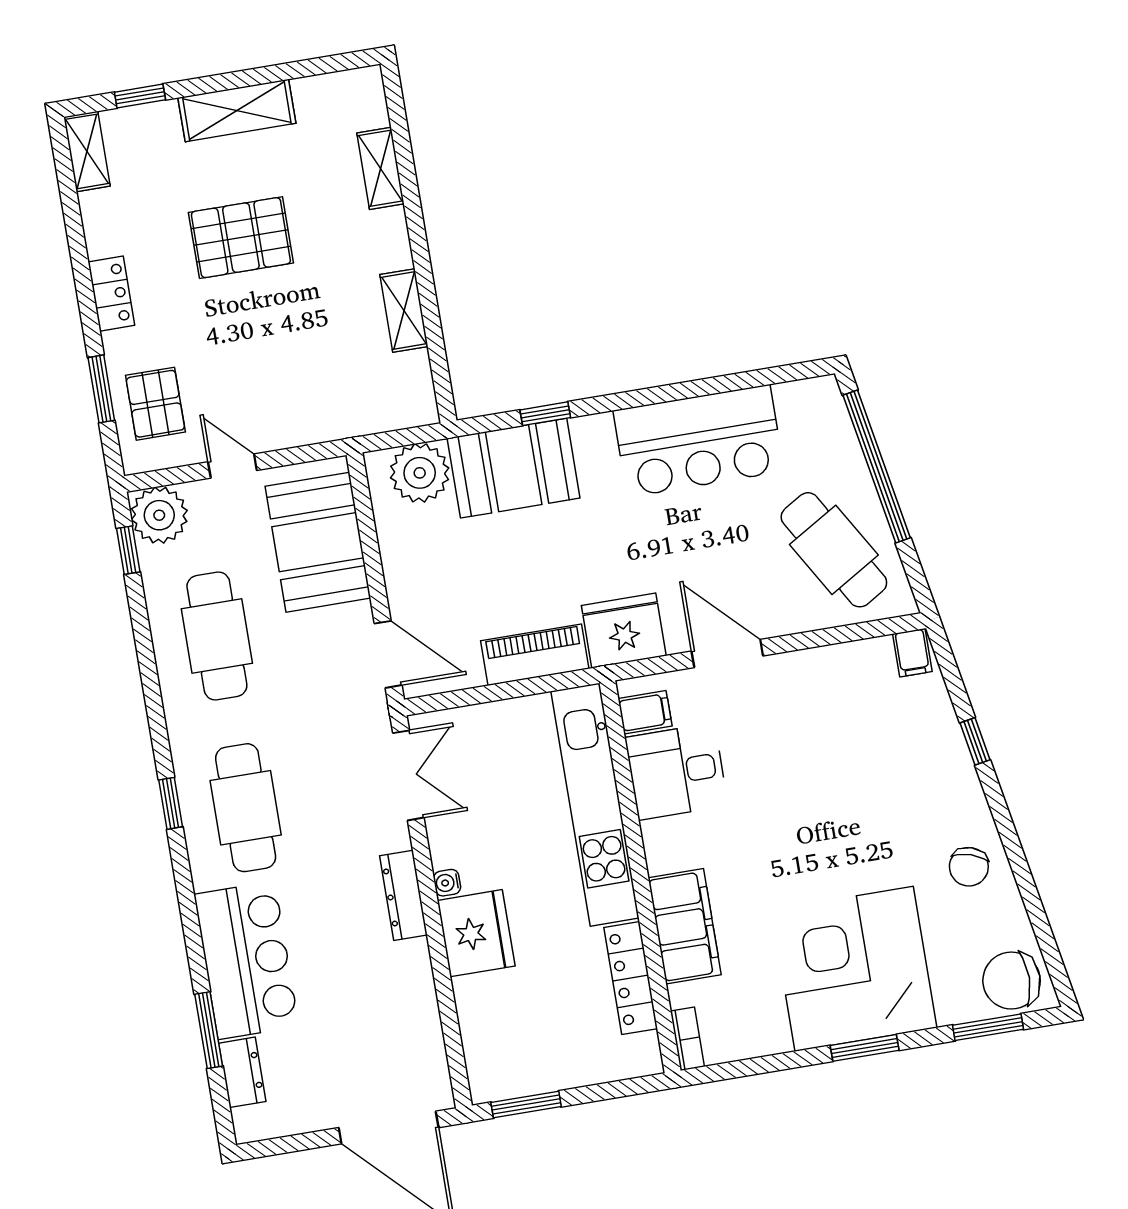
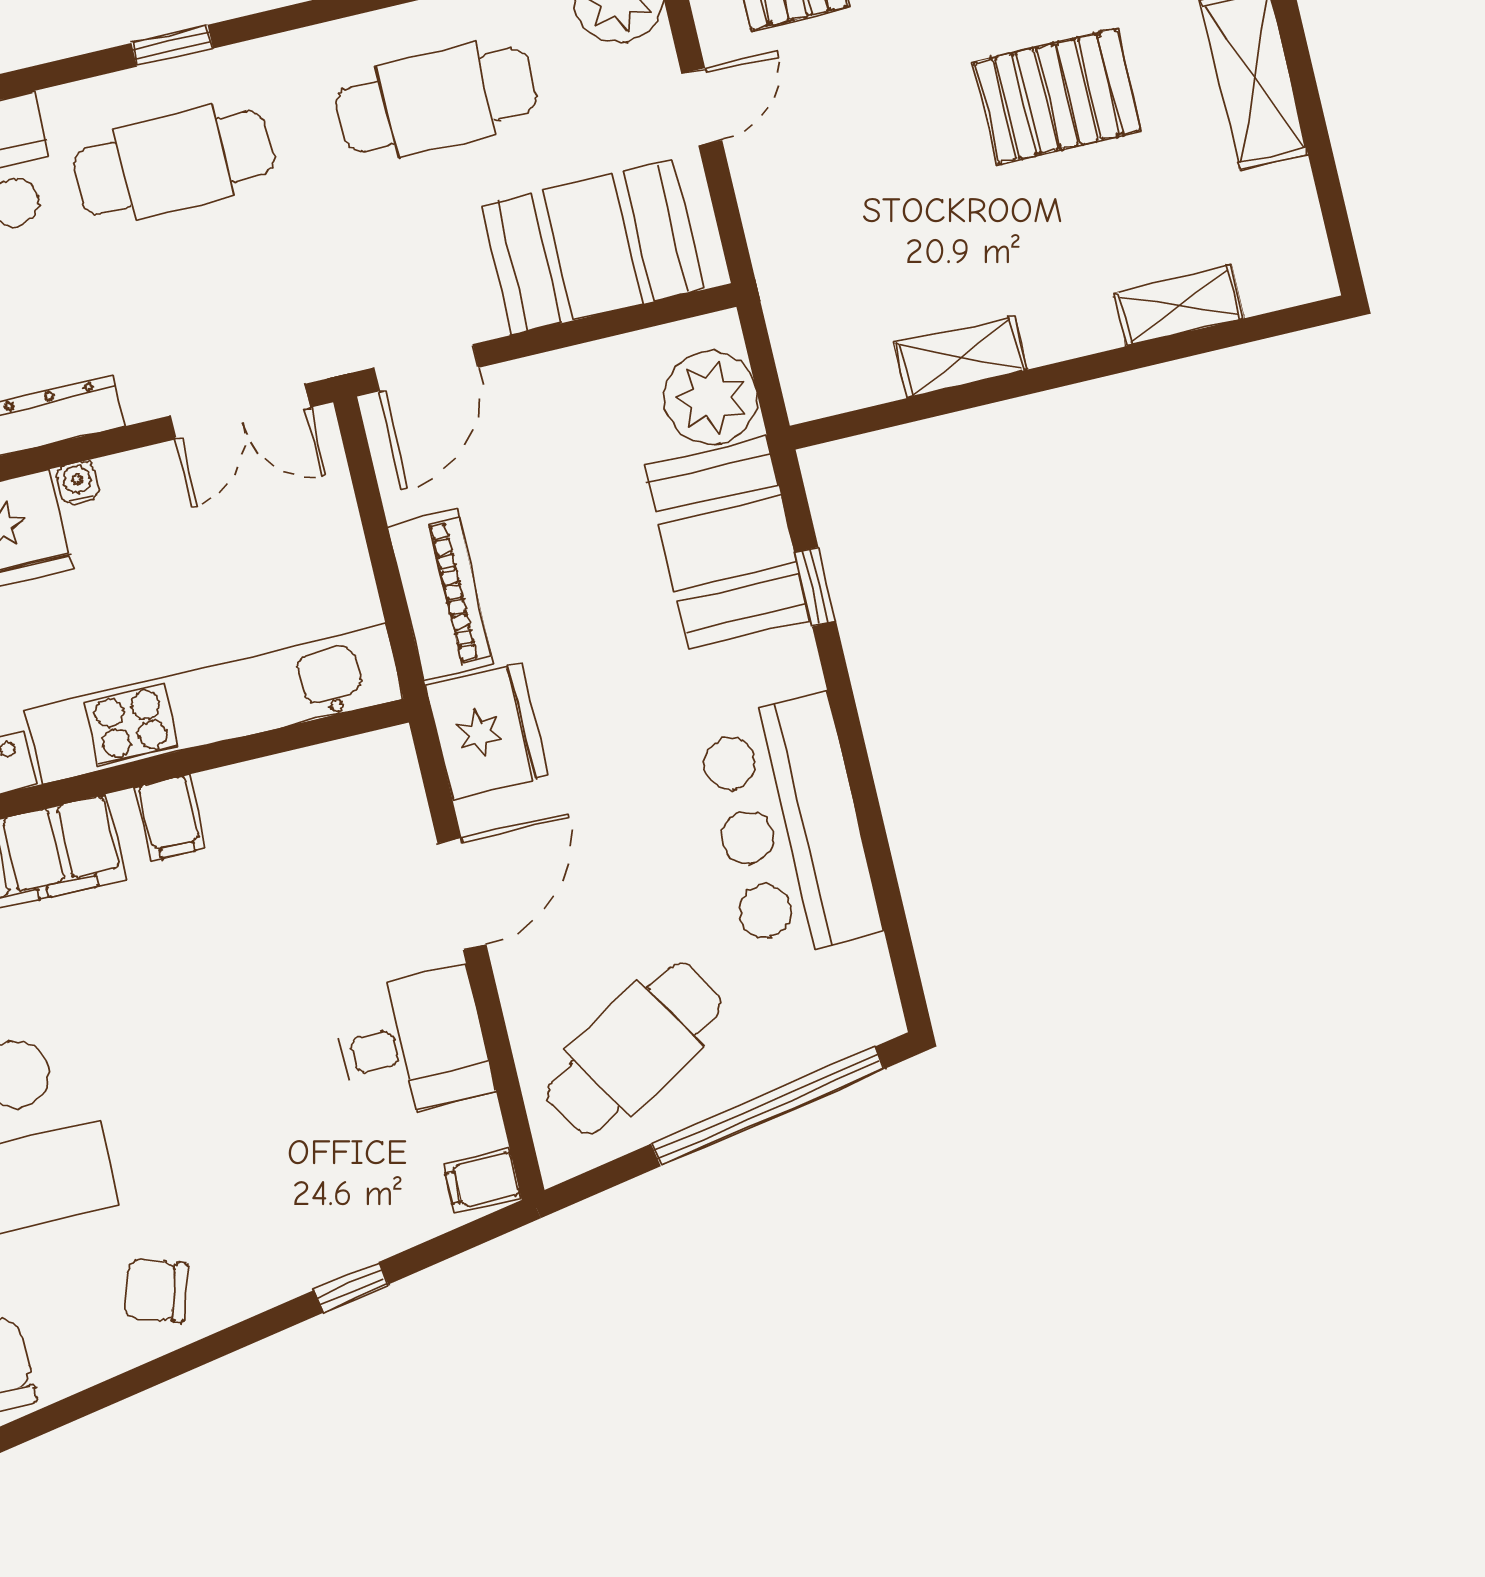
pallet: (241, 238) -> (1057, 96), turned 90
filing cabinet: (645, 712) -> (170, 818), moved
desk: (677, 771) -> (412, 1044), moved, turned 90

